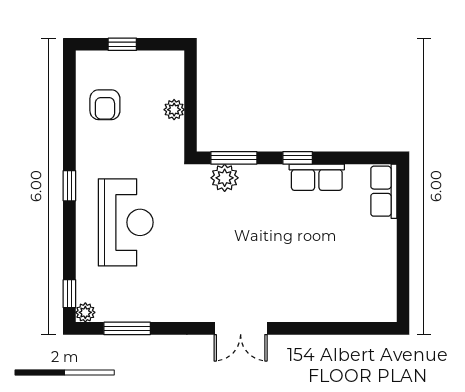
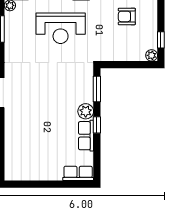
window: (122, 44) -> (161, 40), moved
plant: (174, 110) -> (152, 55), moved
plant: (225, 178) -> (86, 111), moved

